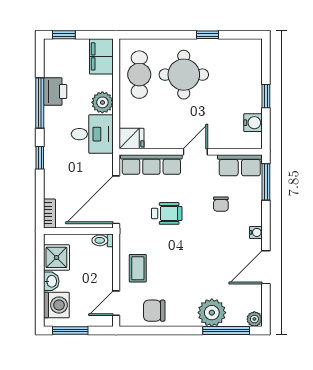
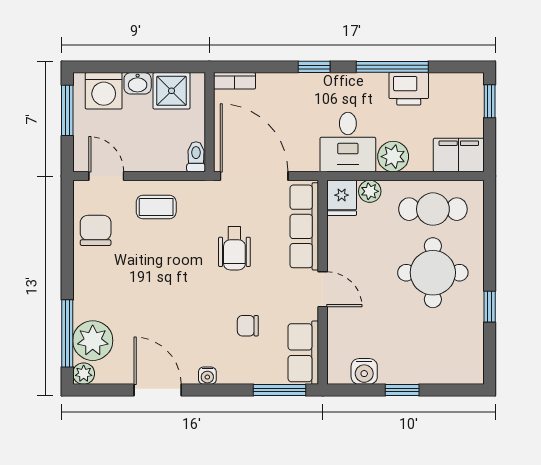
plant: (127, 119) -> (370, 191), added
plant: (212, 313) -> (93, 341), moved

